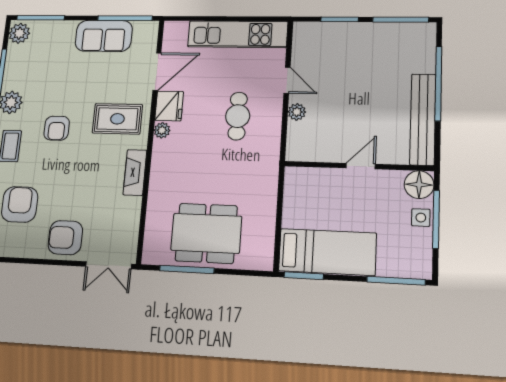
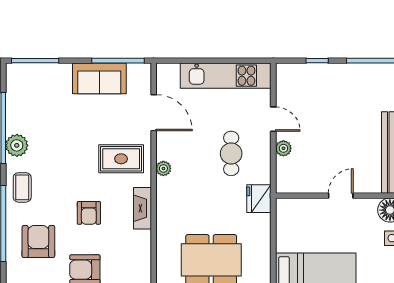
window: (340, 19) -> (317, 61), width x0.67
plant: (19, 33) -> (16, 76), removed
door: (157, 71) -> (154, 113), hinge flipped
fridge: (169, 106) -> (259, 199), moved, turned 180
armchair: (57, 128) -> (89, 213), moved

